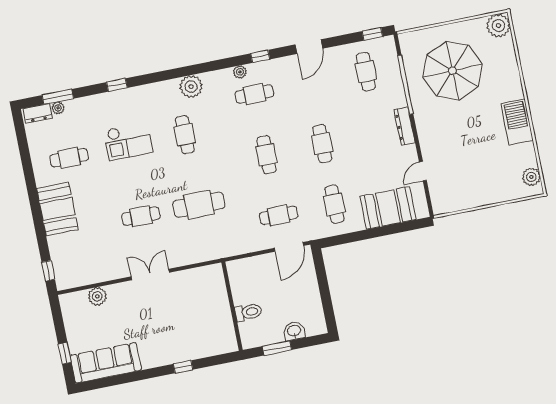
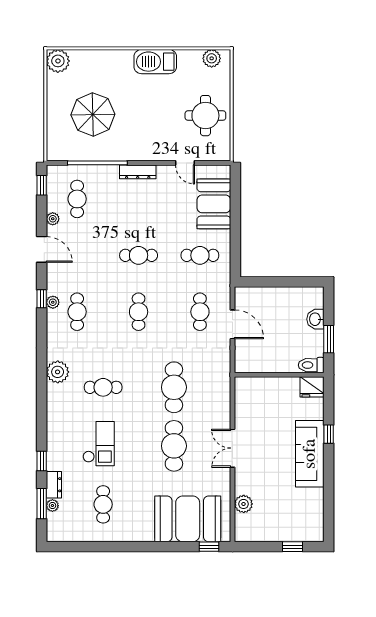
plant: (341, 52) -> (53, 219), added
parasol: (452, 71) -> (93, 114), width x0.73, depth x0.73
plant: (240, 72) -> (53, 302), moved
cafe table: (366, 72) -> (77, 199), turned 90
window: (117, 85) -> (42, 461), moved
dresser: (38, 113) -> (54, 485), moved
cafe table: (267, 155) -> (139, 312), turned 90
round table: (474, 182) -> (205, 116), added
booth: (57, 209) -> (188, 519), moved, width x1.36, depth x1.42
cafe table: (141, 216) -> (174, 446), width x1.37, depth x1.35
door: (289, 247) -> (233, 324), moved
toilet: (248, 312) -> (311, 365), moved, turned -90
fridge: (227, 341) -> (312, 387), added
sofa: (106, 363) -> (310, 454), moved

